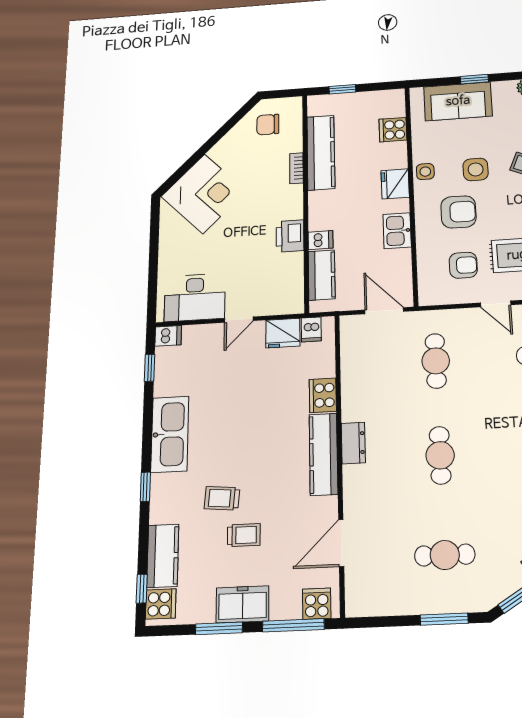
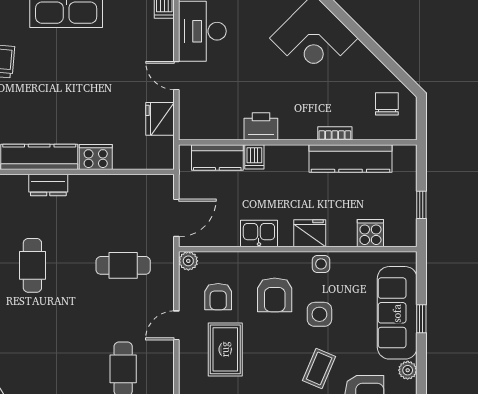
window: (342, 89) -> (421, 205), moved
sofa: (458, 101) -> (397, 313), width x1.36
plant: (428, 296) -> (188, 261), added
dishwasher: (311, 329) -> (162, 147), removed
cafe table: (440, 455) -> (32, 265), turned 90

